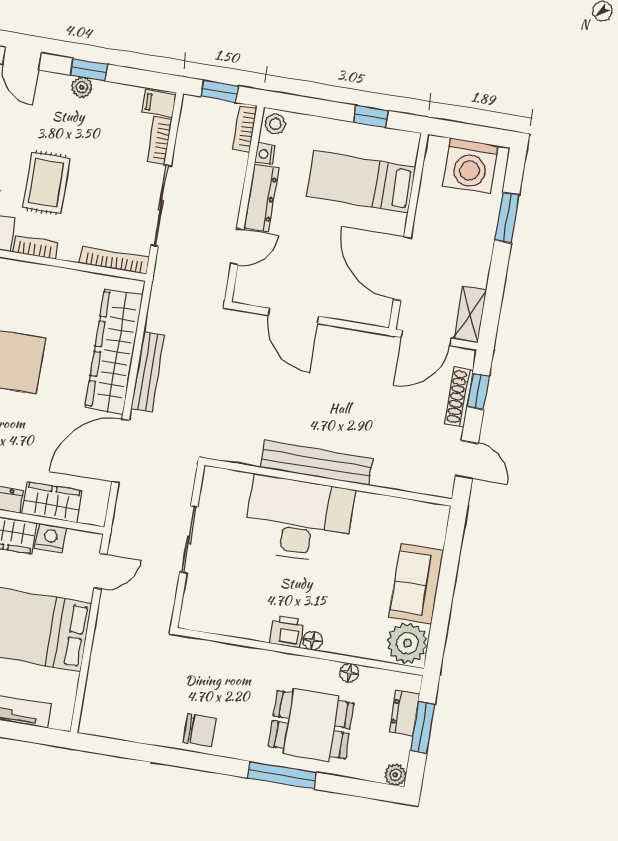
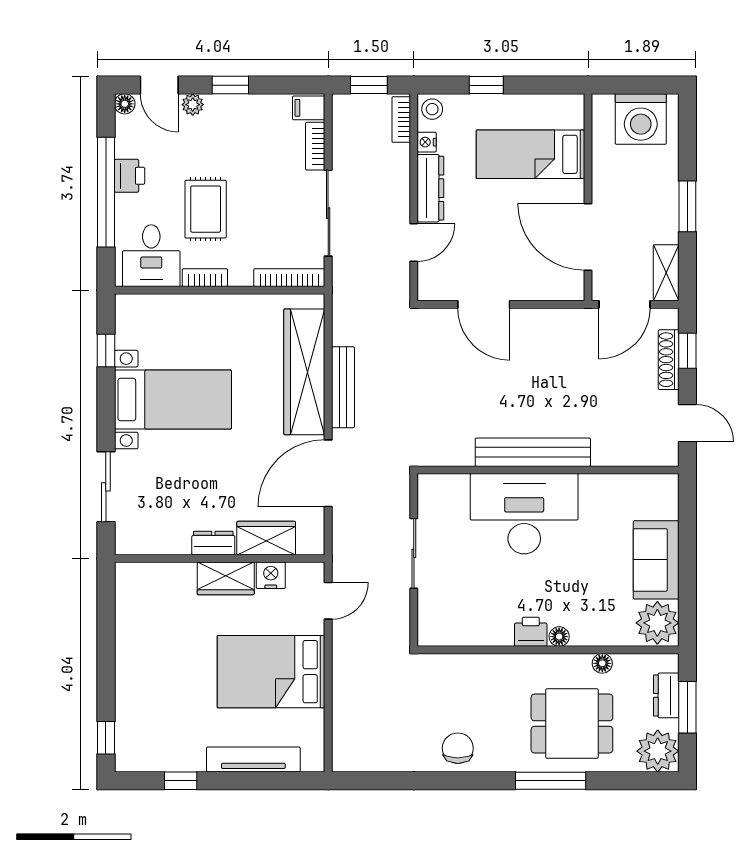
plant: (82, 87) -> (193, 105), moved
window: (371, 116) -> (486, 85), moved
window: (507, 218) -> (687, 206), moved
chair: (200, 730) -> (458, 748), turned -90
plant: (395, 775) -> (658, 751), width x1.88, depth x1.88

